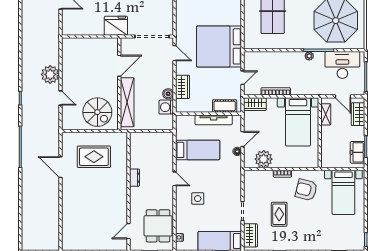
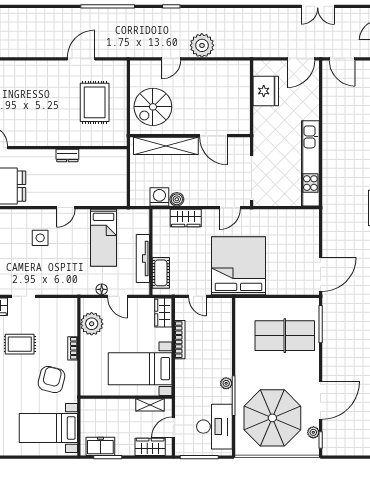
fridge: (116, 26) -> (266, 91), moved

